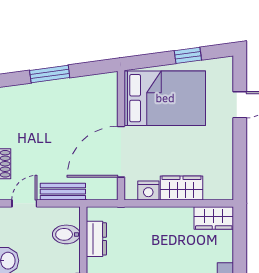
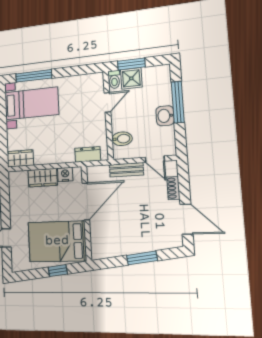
window: (188, 55) -> (58, 271), moved
door: (24, 203) -> (155, 159), hinge flipped
dresser: (96, 239) -> (88, 154), moved, turned 90

